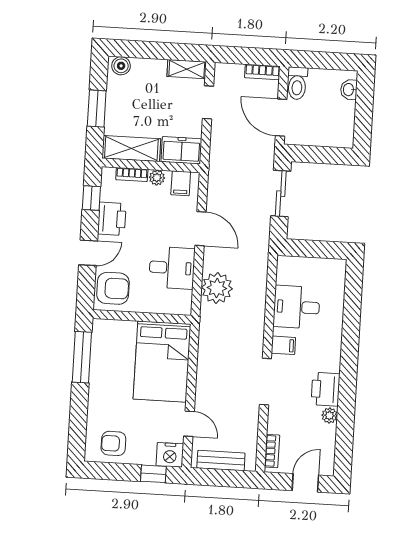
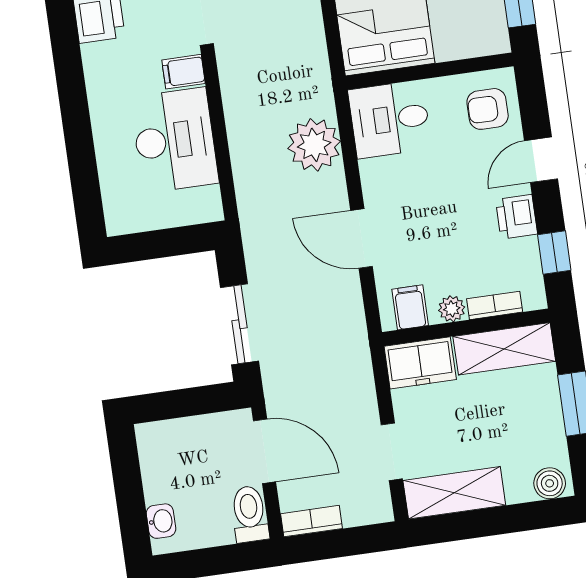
shelving: (187, 69) -> (454, 493), width x1.50, depth x1.33
printer: (112, 219) -> (516, 217), width x0.73, depth x0.81
desk: (172, 268) -> (390, 119), moved
armchair: (113, 288) -> (488, 109), width x0.72, depth x0.72
desk: (297, 307) -> (174, 140), width x1.37

